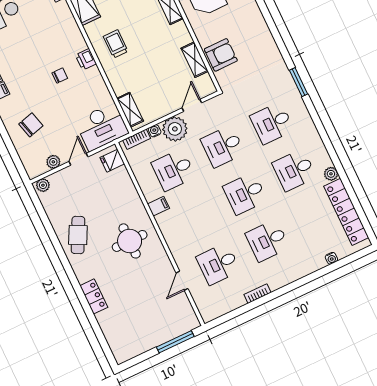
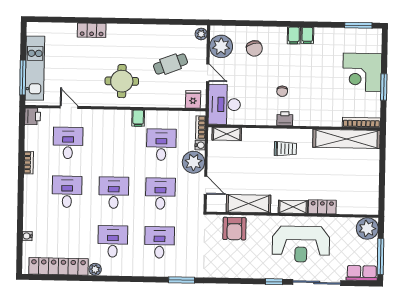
shelving: (195, 60) -> (248, 204), width x1.50, depth x1.33
plant: (53, 162) -> (221, 46), width x1.88, depth x1.88
cafe table: (78, 235) -> (171, 64), moved, turned -48
printer: (209, 313) -> (33, 116), added
kitchen unit: (160, 334) -> (35, 68), added

